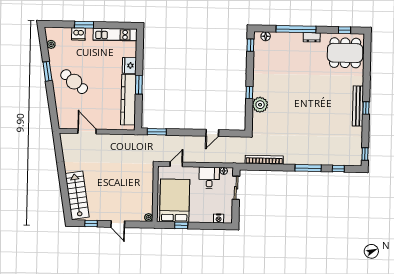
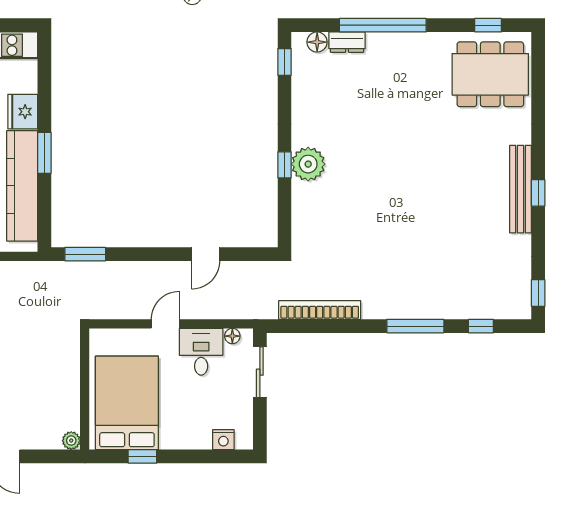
dresser: (312, 37) -> (347, 42), moved
plant: (260, 105) -> (308, 164), moved
door: (176, 164) -> (165, 324), moved

